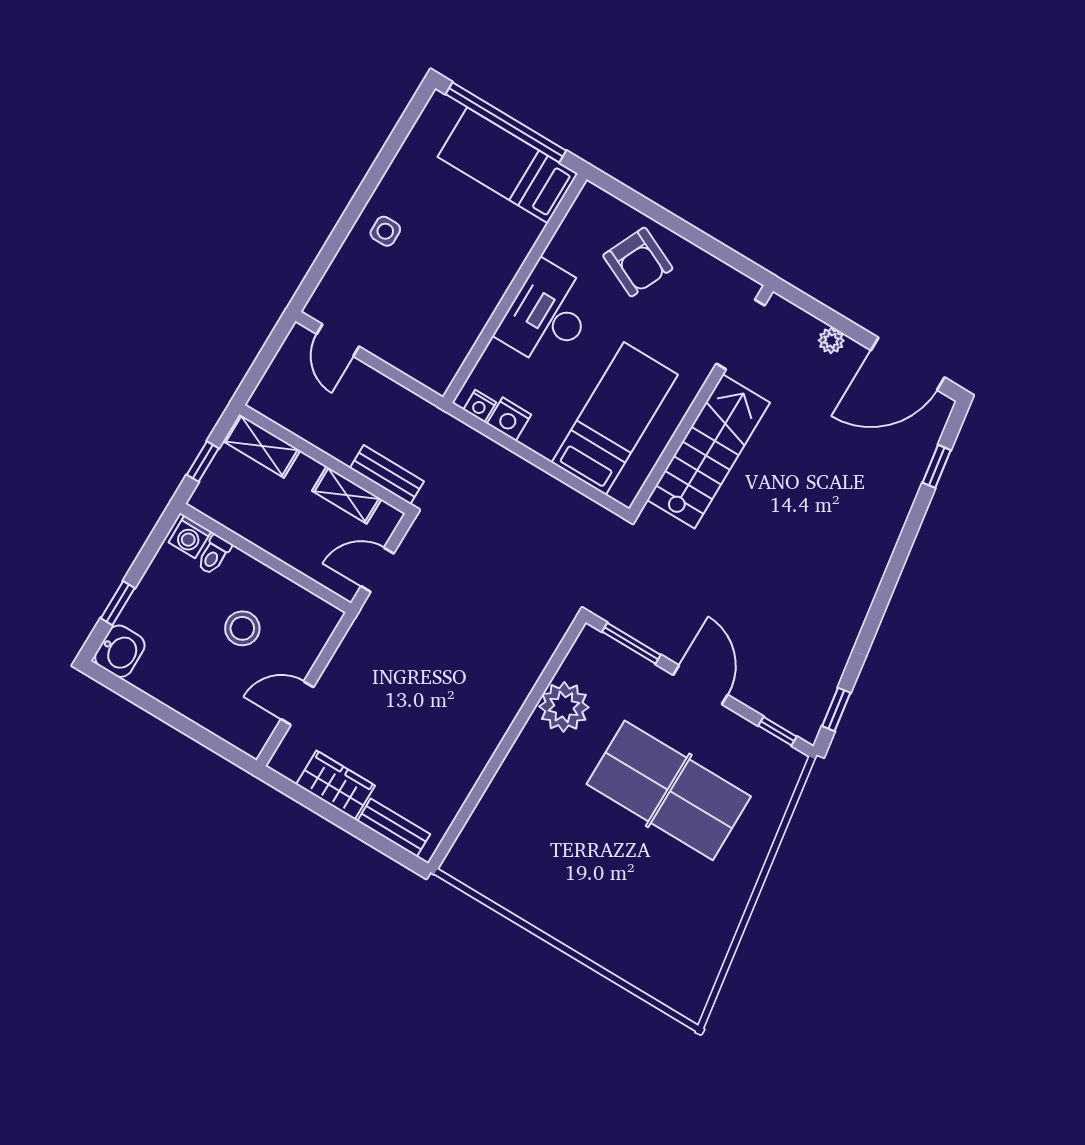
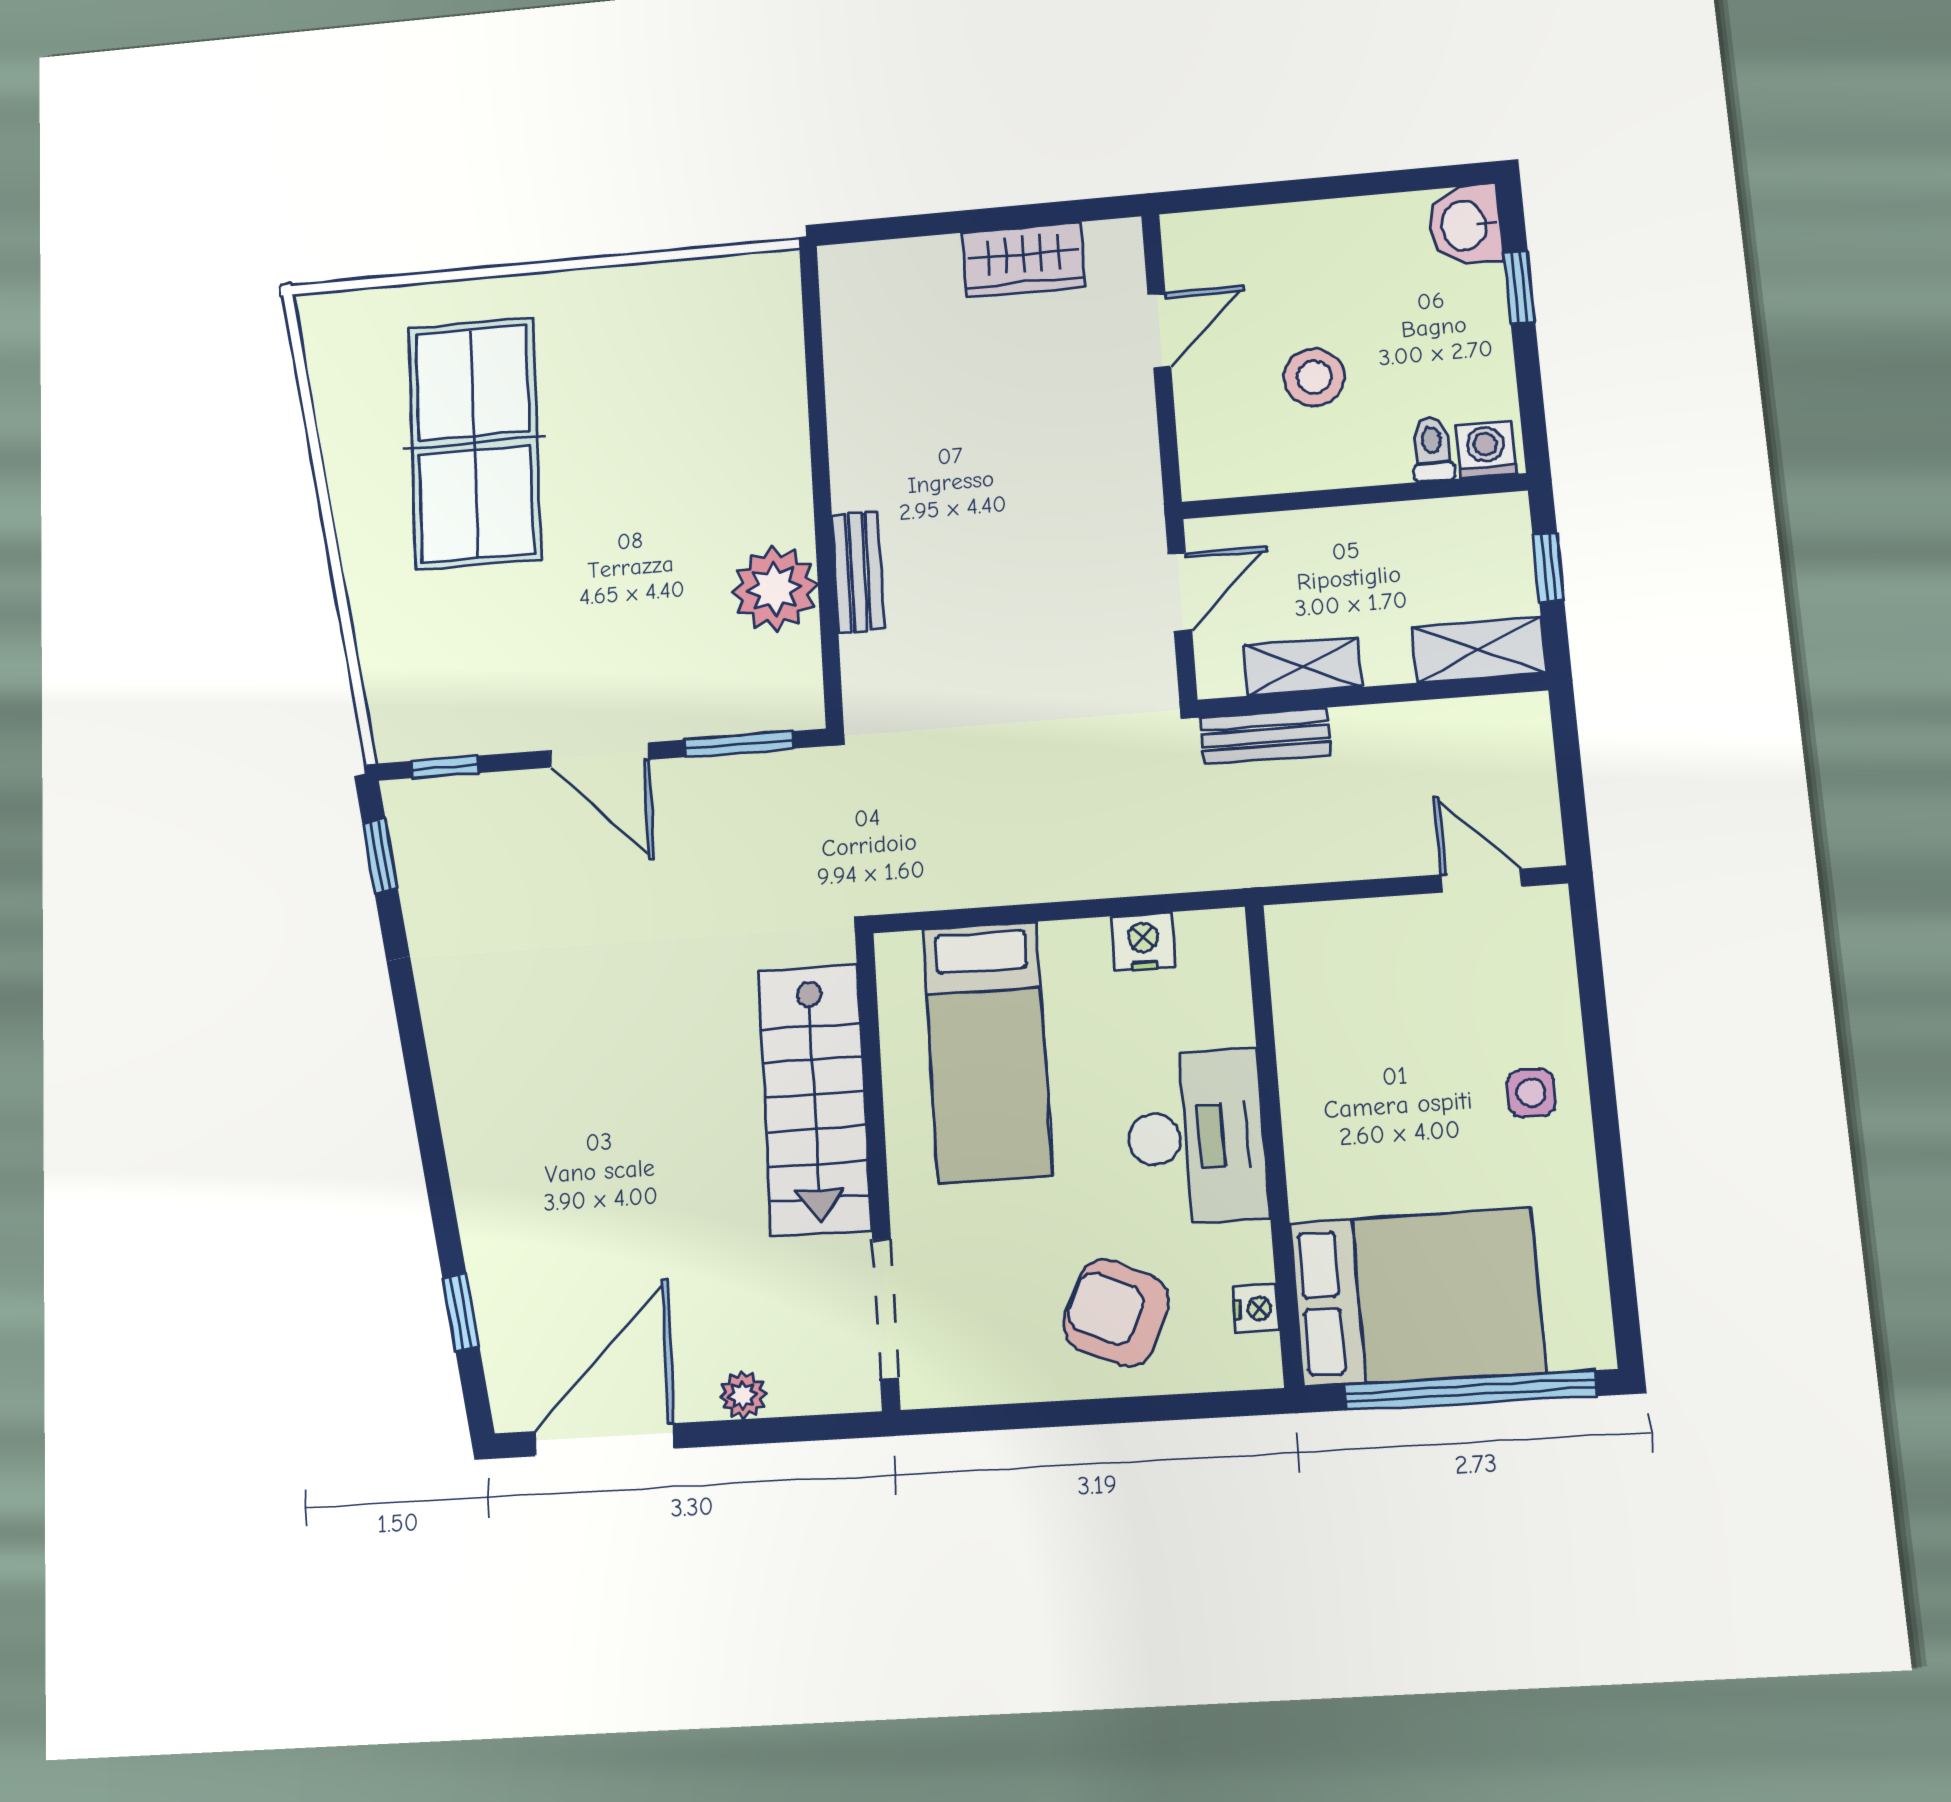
bed: (508, 165) -> (1417, 1297), width x1.50
nightstand: (480, 406) -> (1256, 1309), moved, turned 90
table tennis table: (669, 790) -> (474, 443), moved, turned 90
bench: (394, 828) -> (858, 572), moved, turned 90

